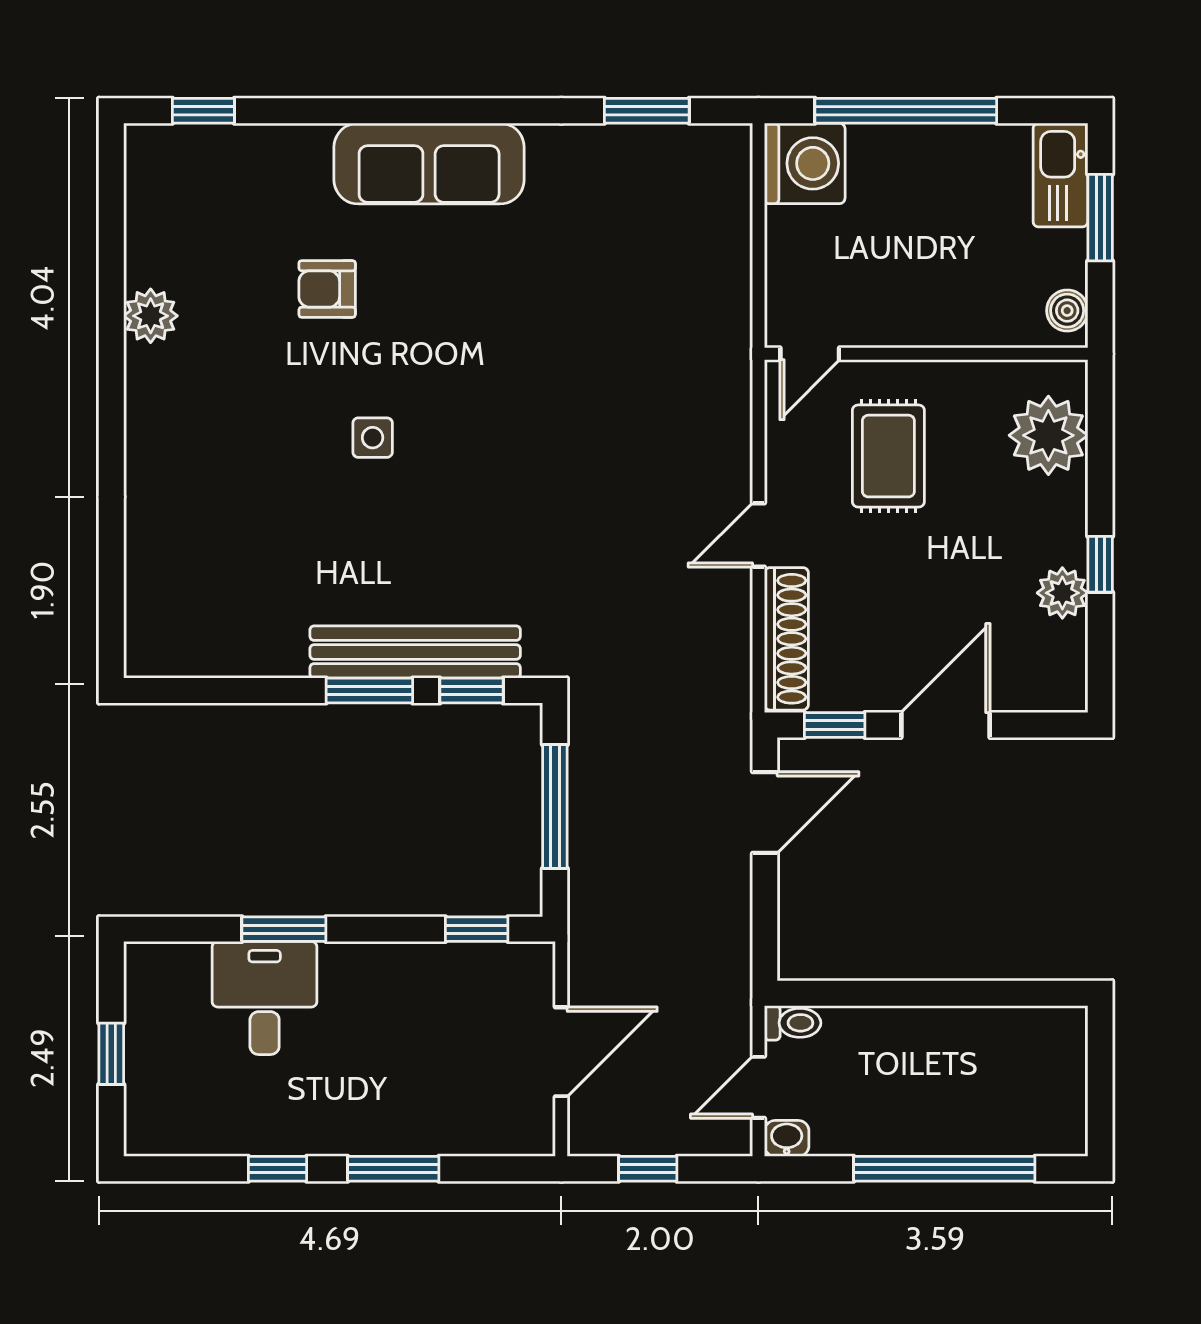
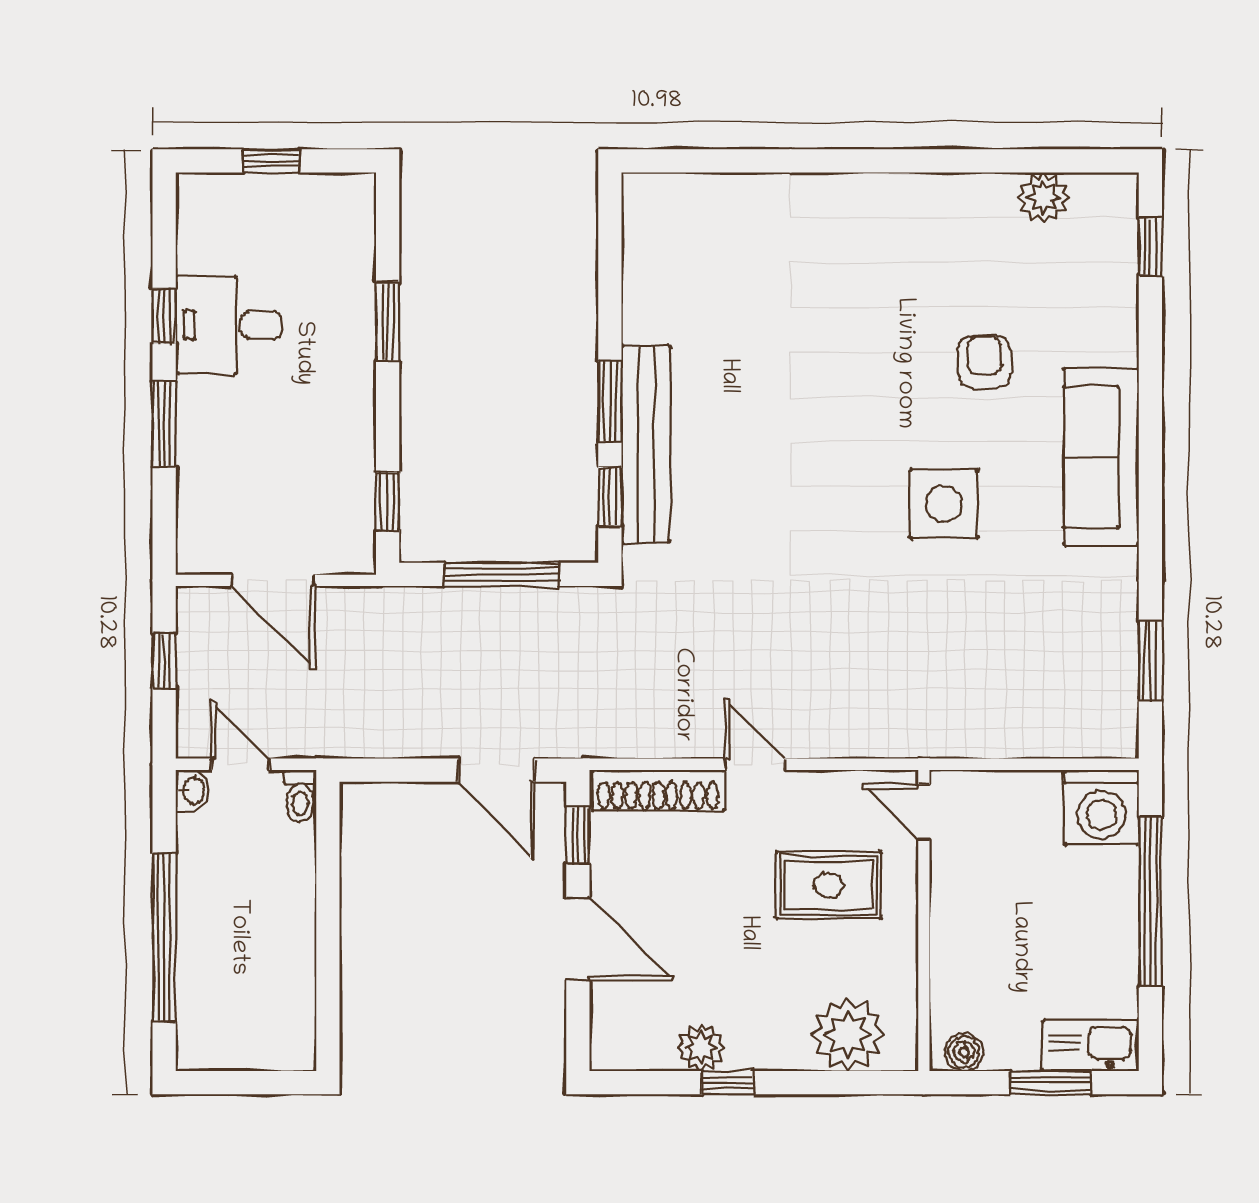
plant: (151, 316) -> (1043, 198), moved
side table: (373, 438) -> (944, 504), moved, width x1.87, depth x1.87
desk: (265, 998) -> (228, 325), moved, turned 180

